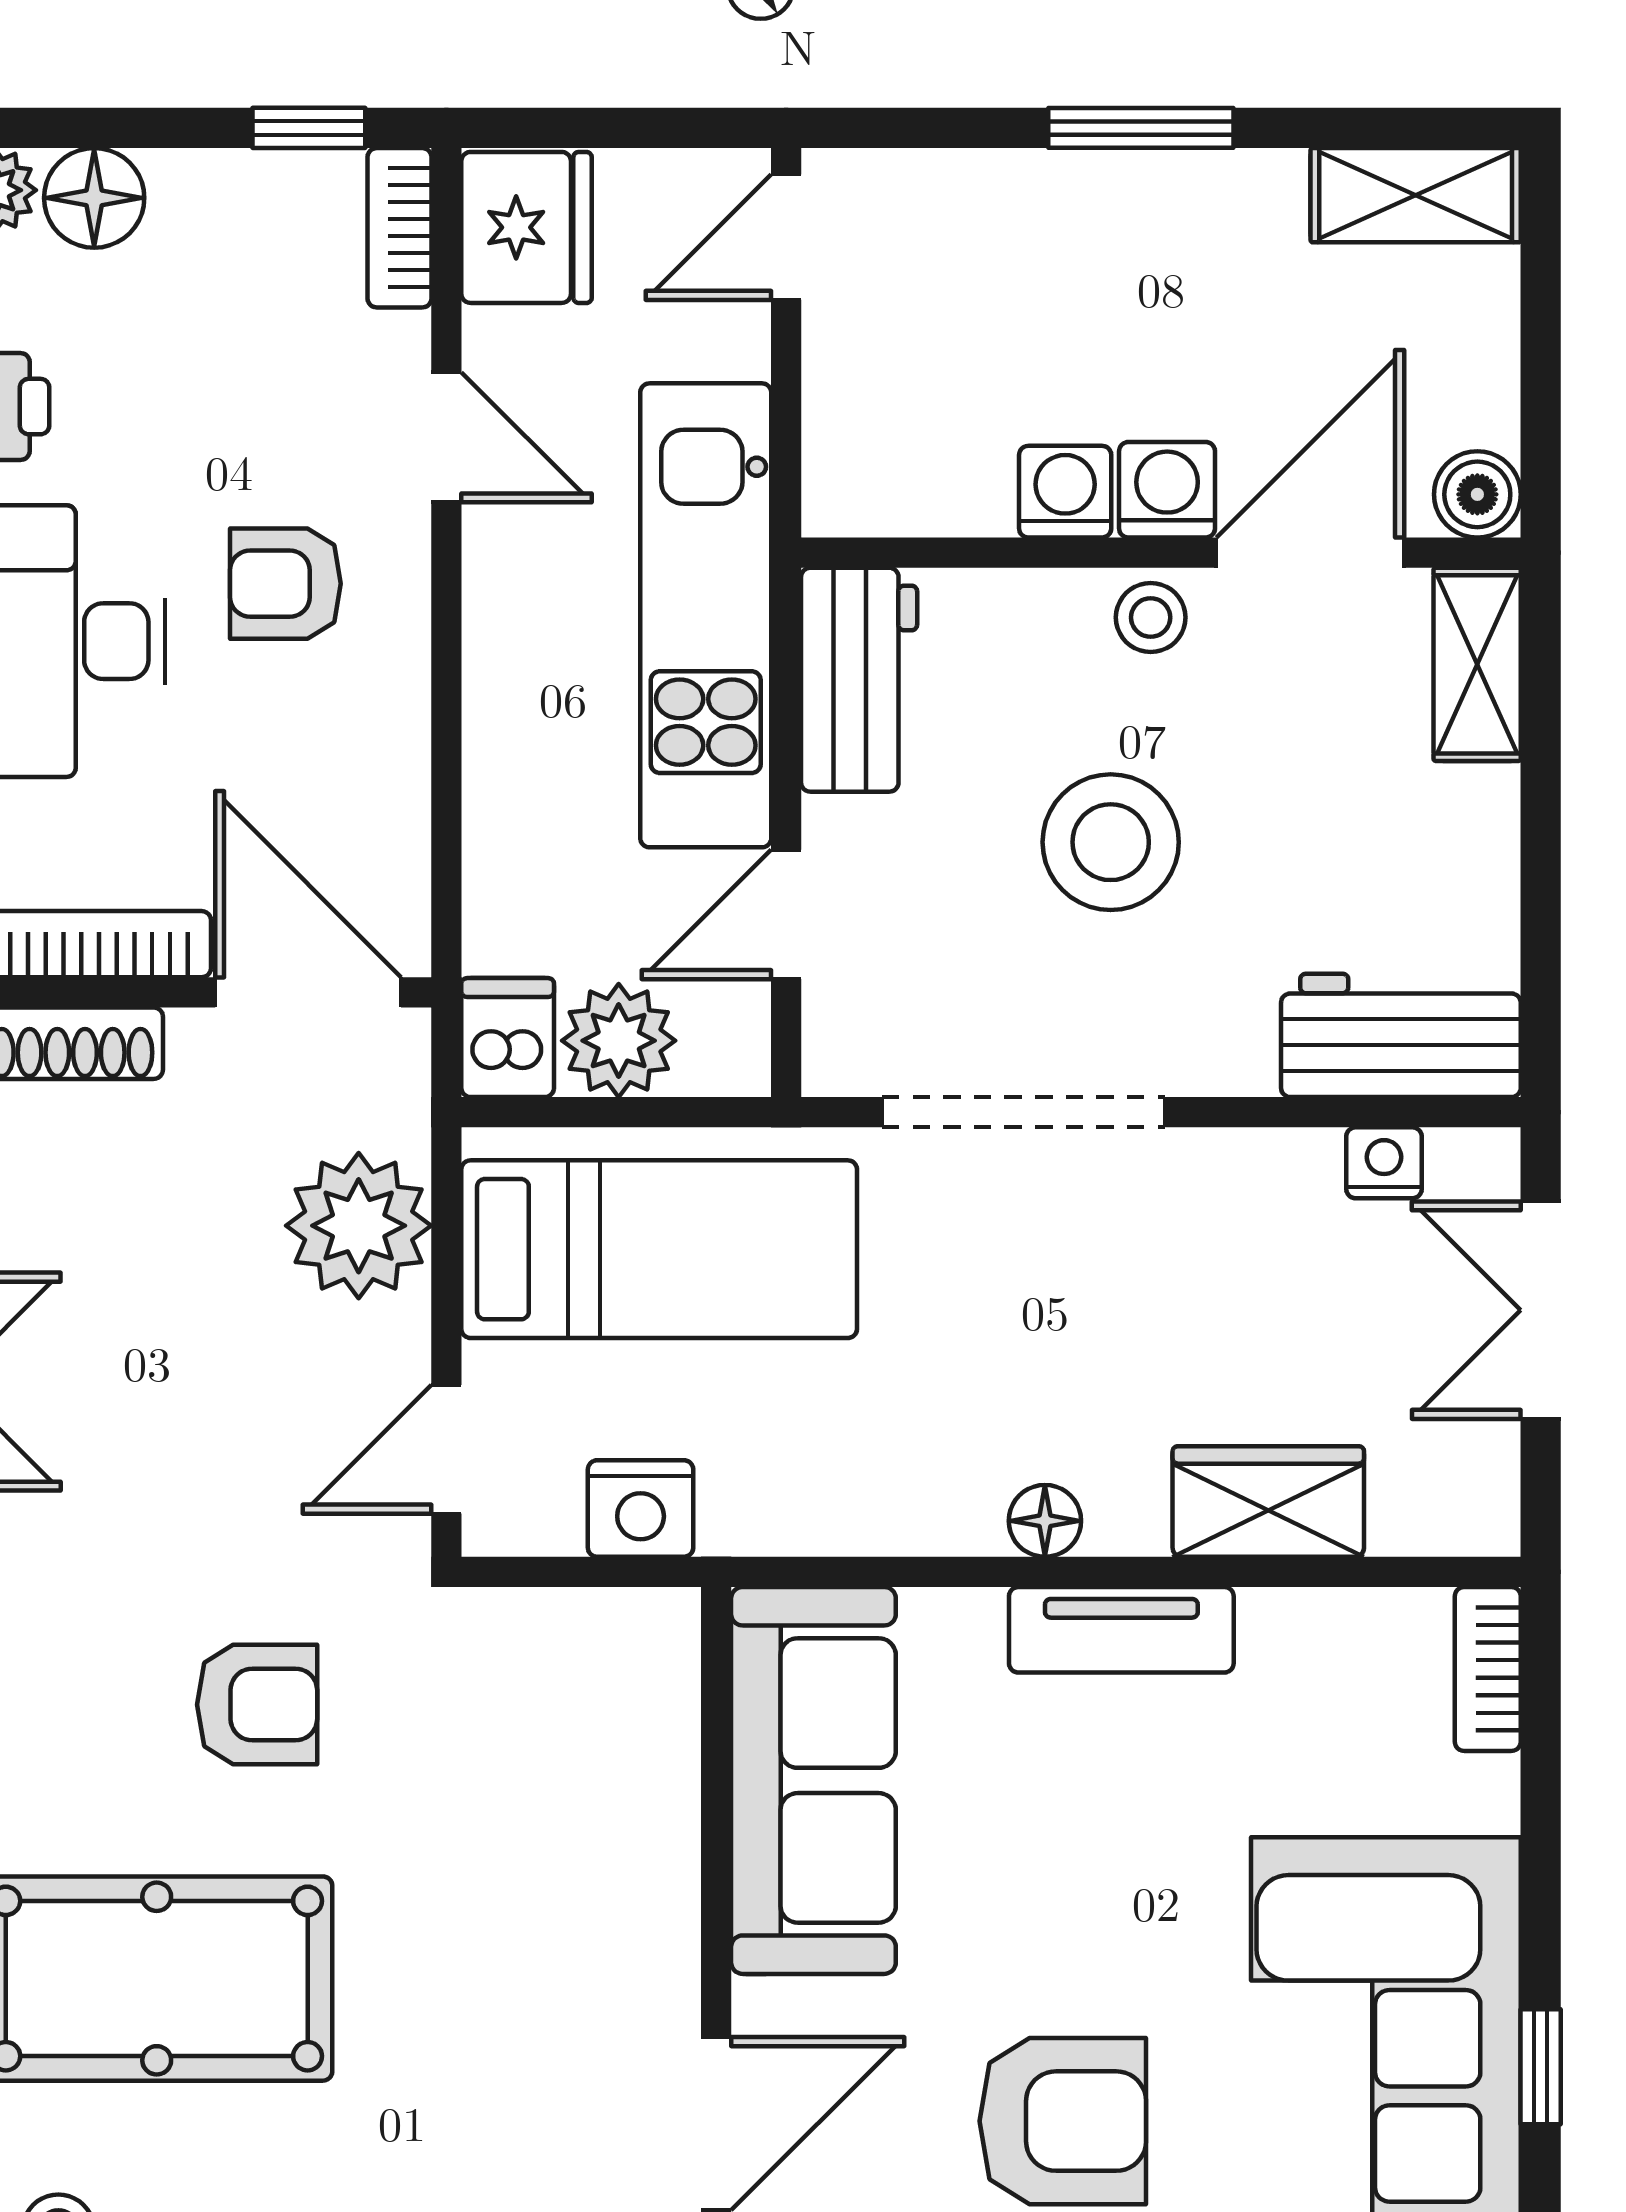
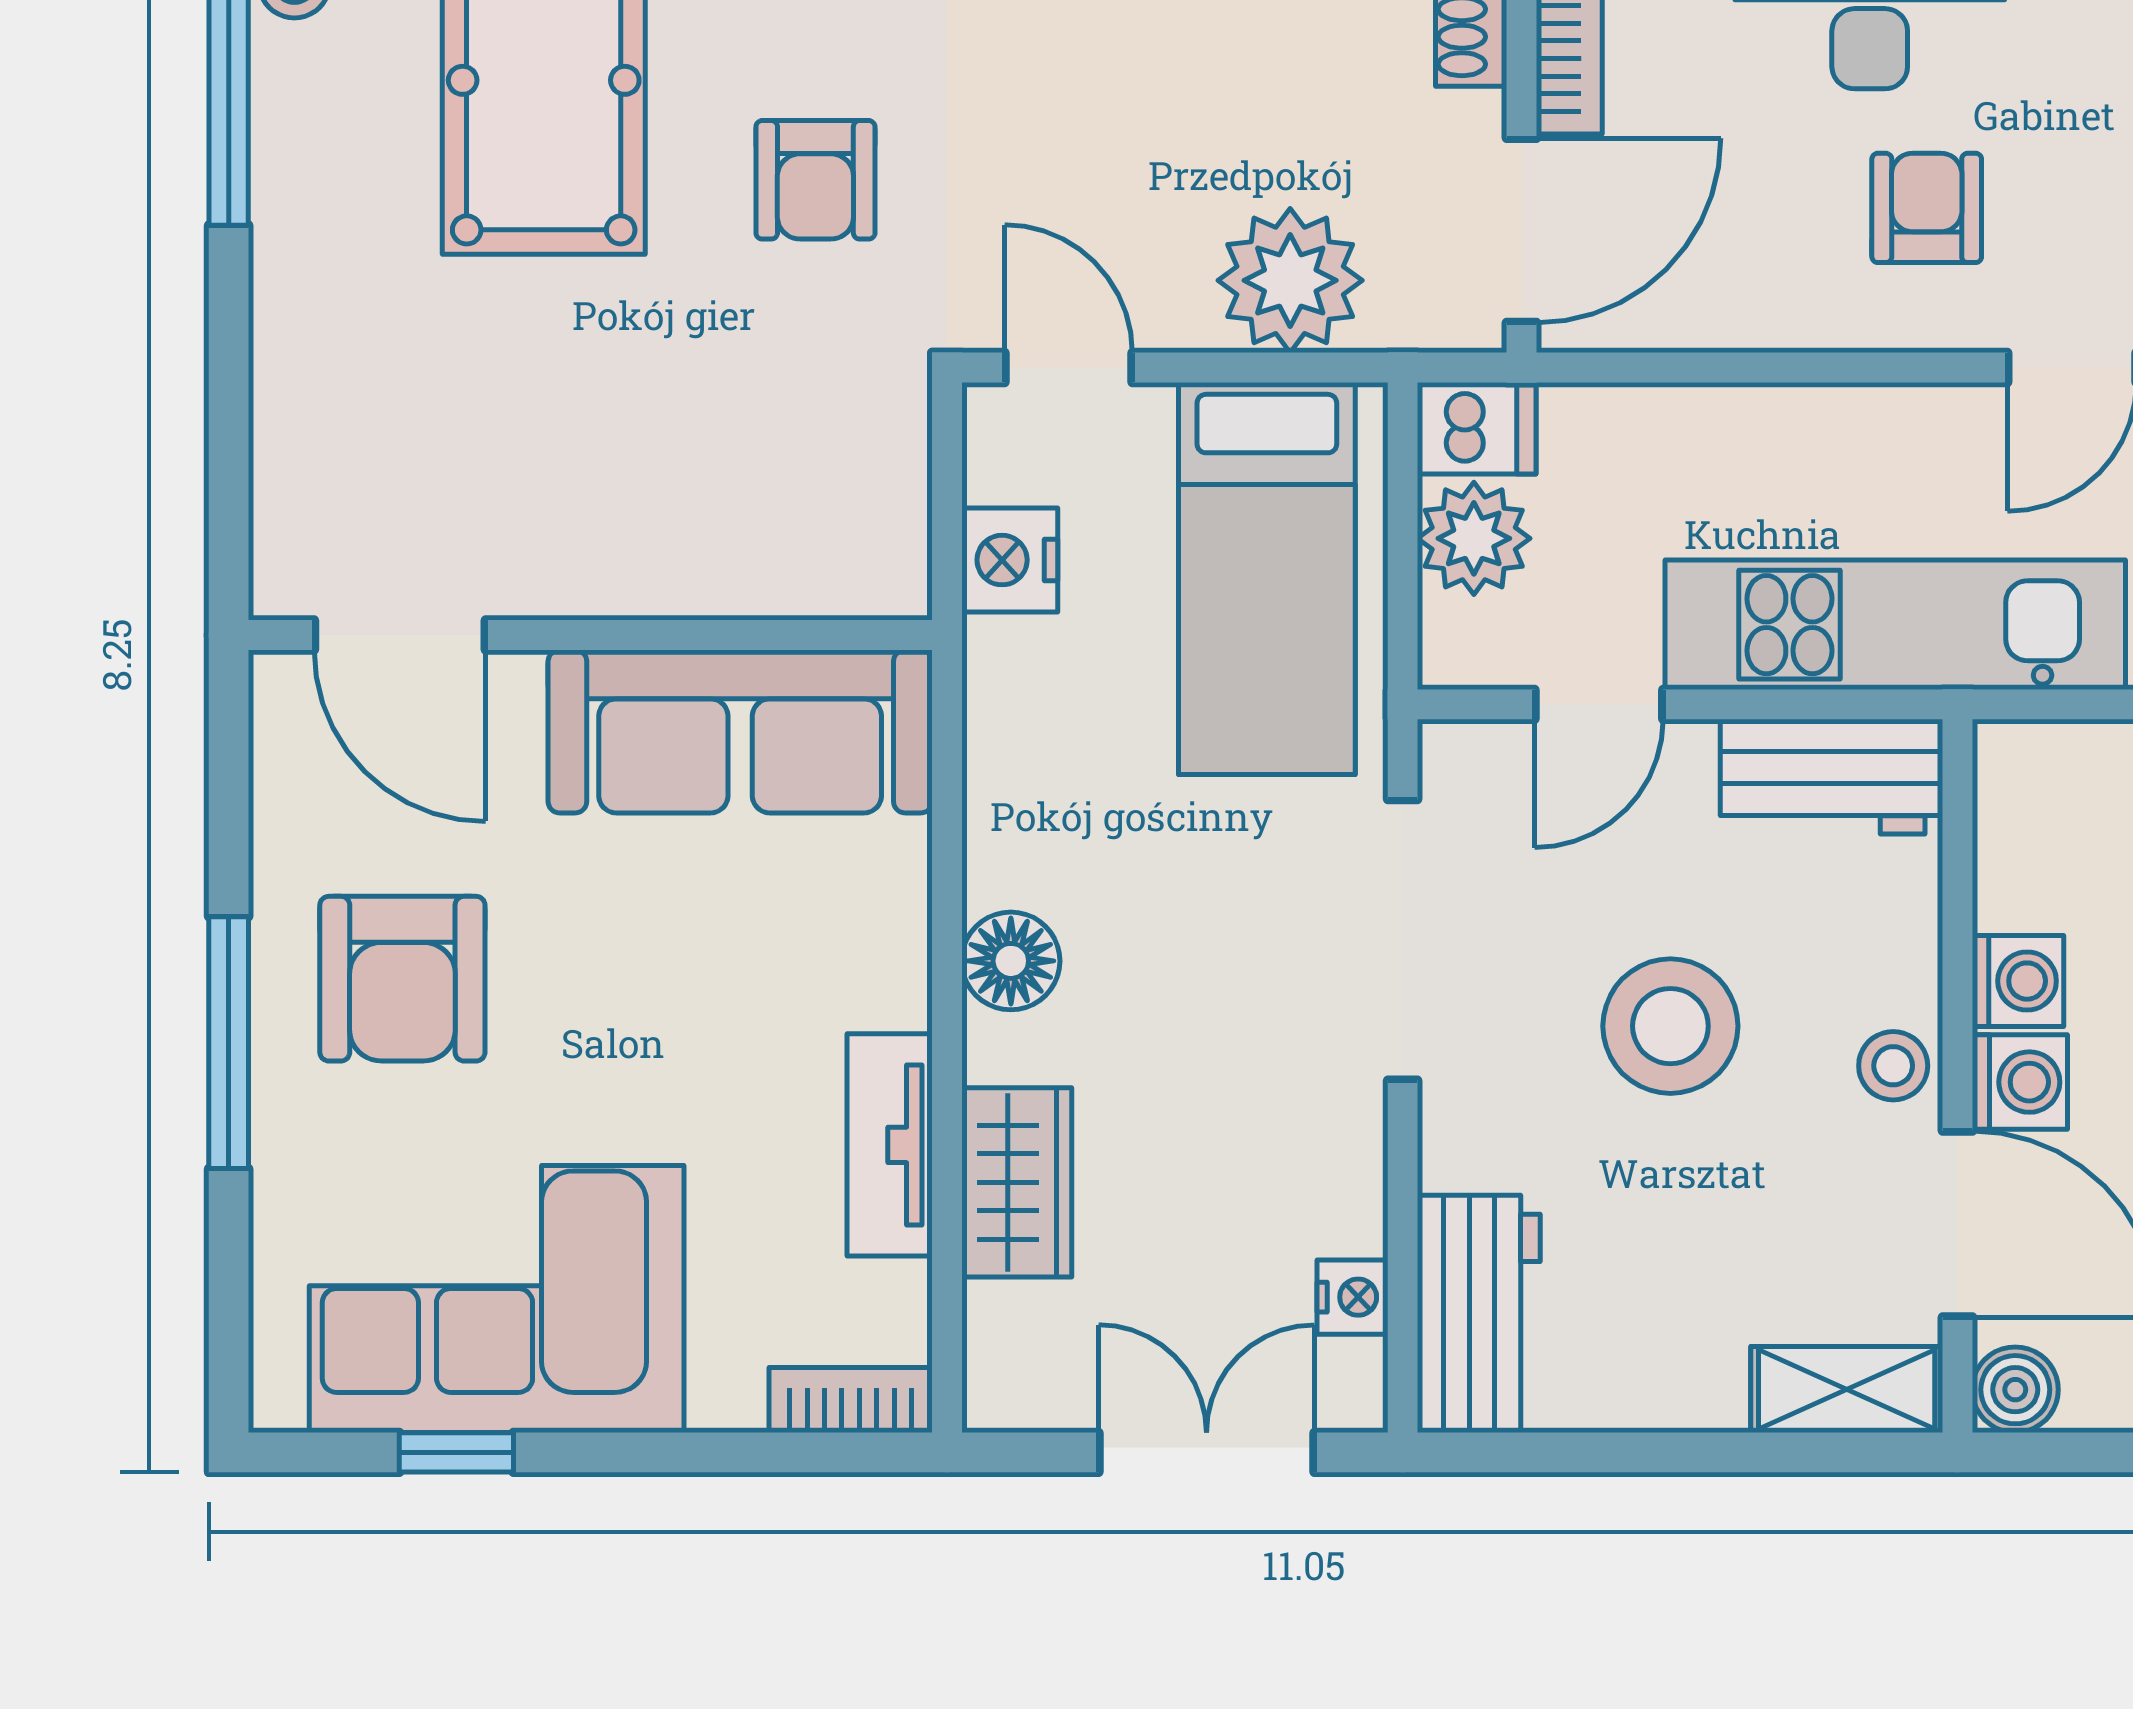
door: (786, 914) -> (1599, 704), swing flipped
floor lamp: (1045, 1521) -> (1011, 961), width x1.37, depth x1.37
tv unit: (1121, 1630) -> (890, 1145), moved

